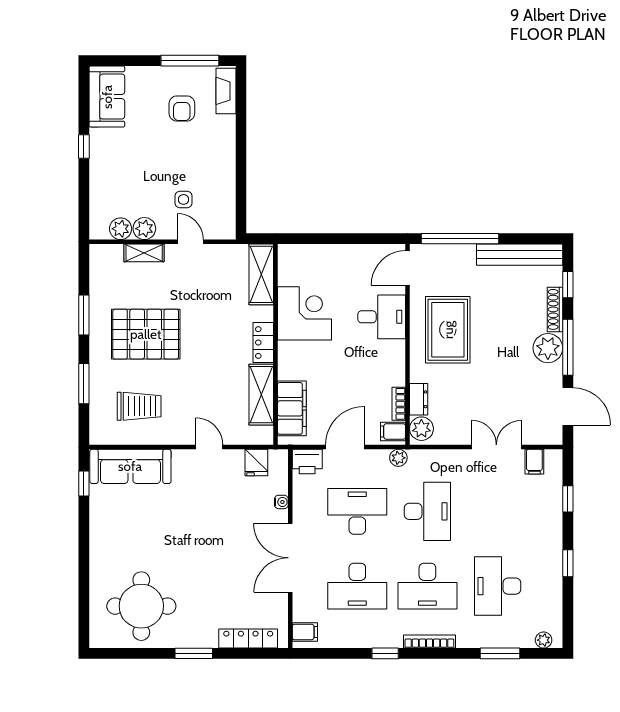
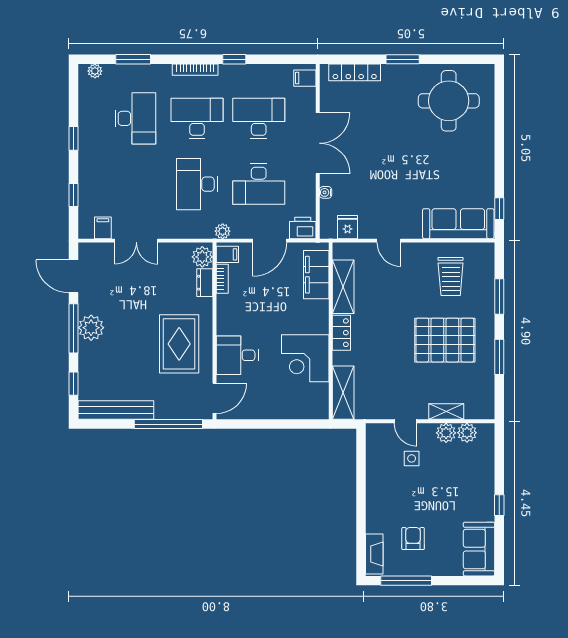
shoe rack: (555, 309) -> (85, 362), removed
trolley: (139, 406) -> (451, 277), turned -90

